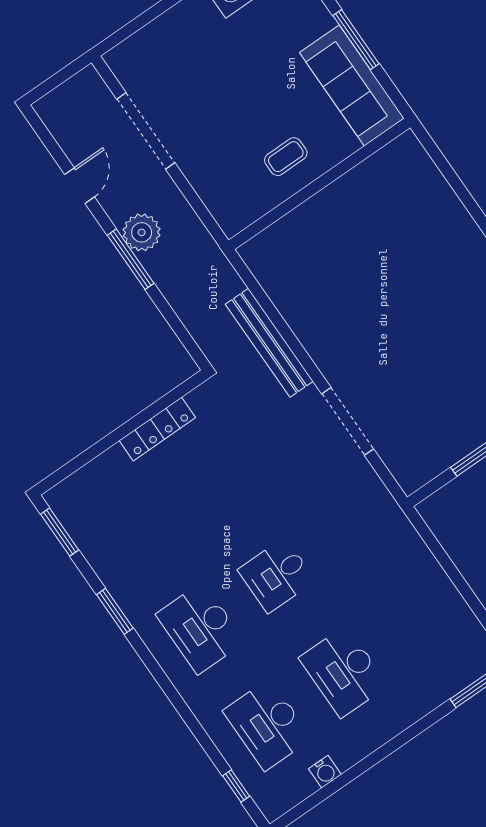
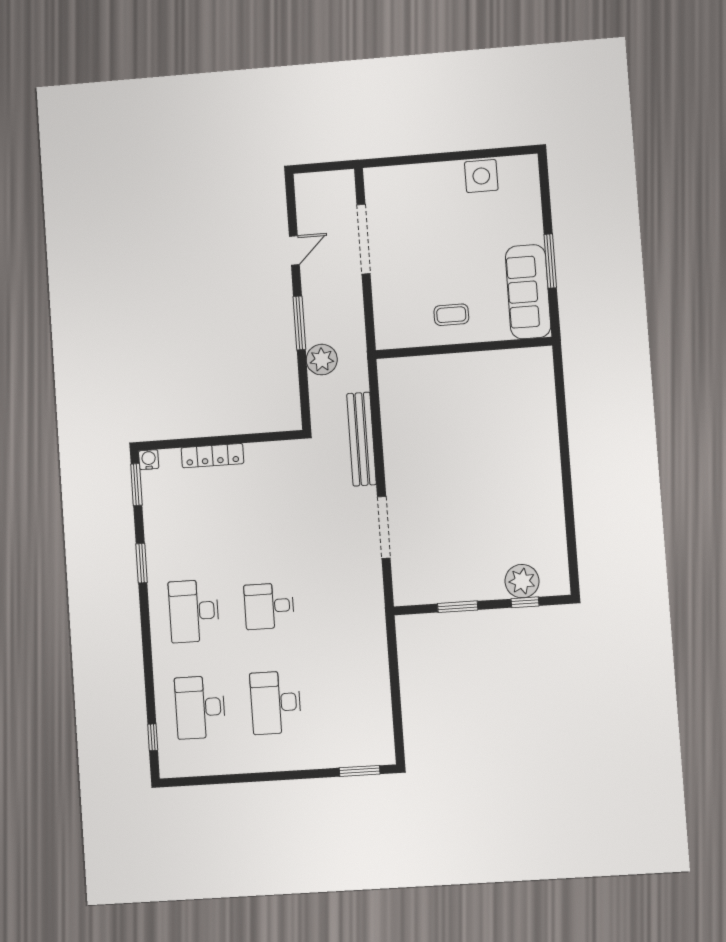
plant: (142, 232) -> (322, 360), moved
locker: (157, 429) -> (212, 456), moved
water cooler: (325, 772) -> (149, 460), moved, turned 180

